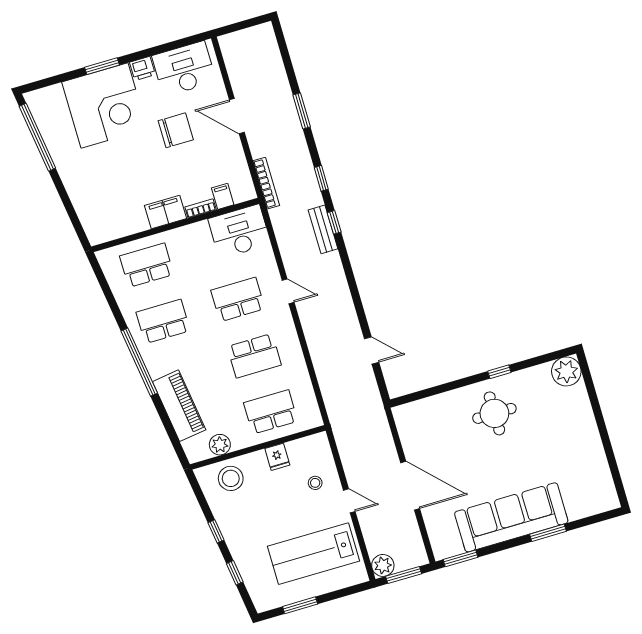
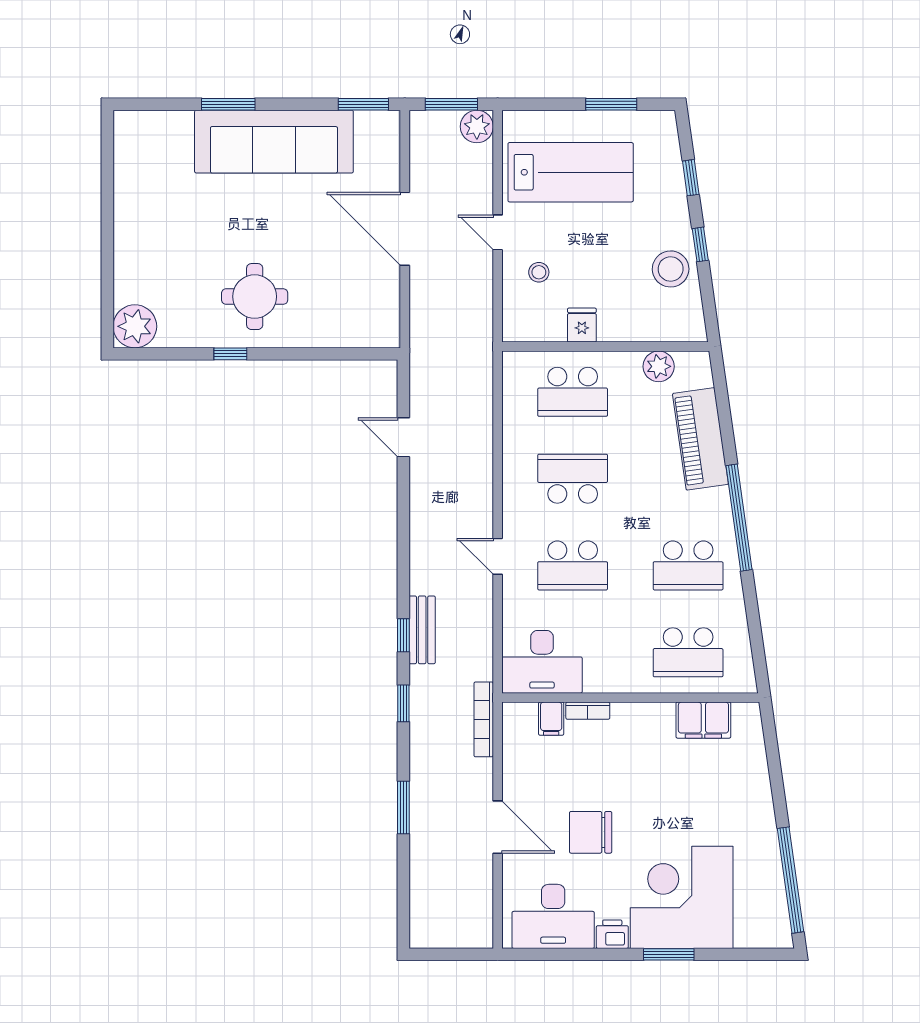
filing cabinet: (165, 212) -> (703, 720), moved
stool: (231, 478) -> (671, 269), moved

